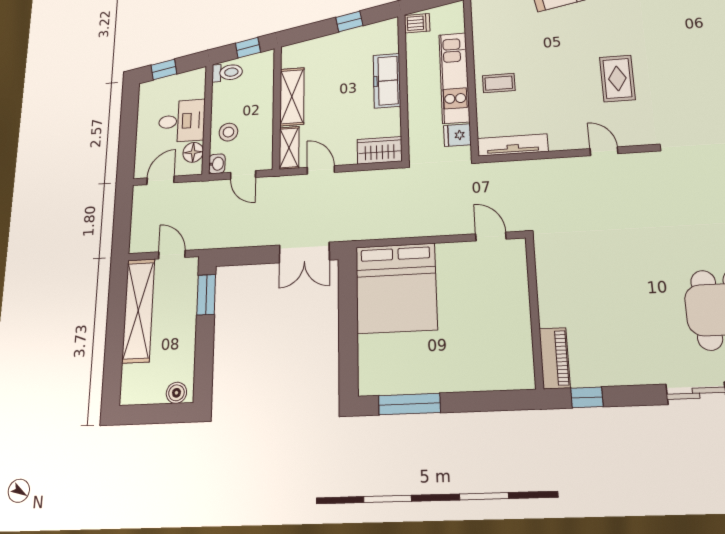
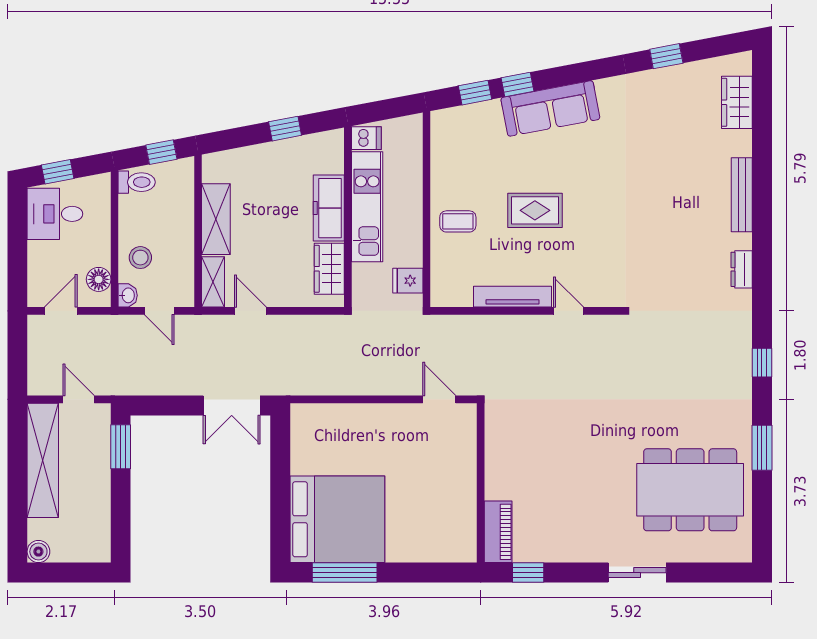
kitchen unit: (454, 78) -> (367, 207), moved, turned 180
rug: (617, 78) -> (535, 210), moved, turned 90
desk: (182, 121) -> (55, 214), moved, turned 180
tv unit: (513, 145) -> (512, 297), moved
wardrobe: (380, 150) -> (329, 269), moved, turned -90
bed: (396, 288) -> (337, 519), moved, turned -90
boiler: (176, 393) -> (38, 552), moved

